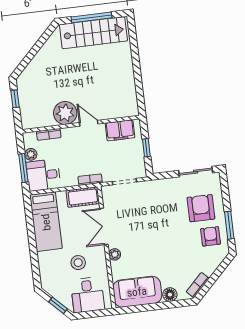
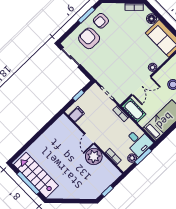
filing cabinet: (120, 130) -> (76, 114), width x0.50
armchair: (201, 208) -> (89, 38), turned 90

